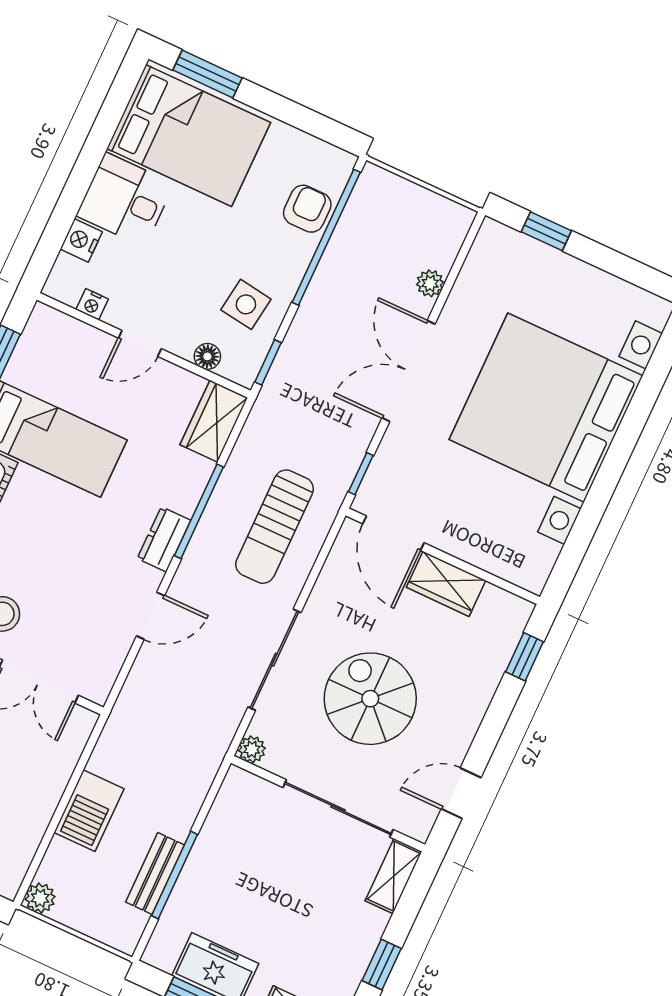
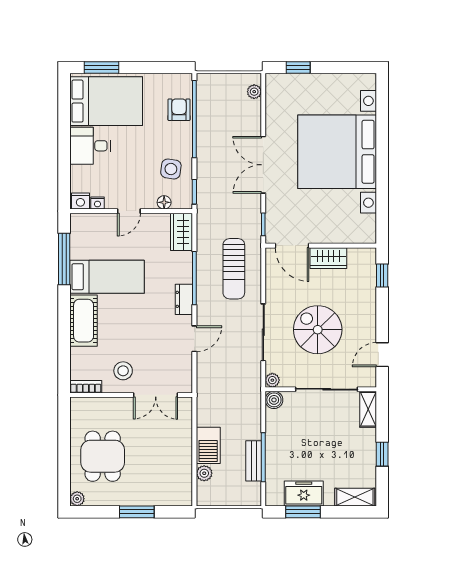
nightstand: (81, 240) -> (80, 201), moved, turned -90
plant: (430, 283) -> (254, 92), moved
boiler: (239, 785) -> (274, 400), added
plant: (40, 898) -> (204, 473), moved

